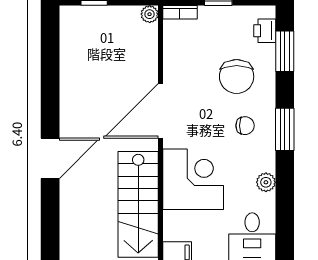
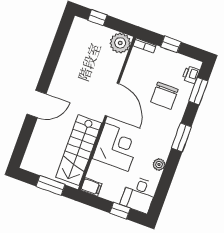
plant: (150, 14) -> (120, 43), width x1.87, depth x1.87
door: (160, 111) -> (112, 100), swing flipped
chair: (245, 126) -> (159, 127), removed

